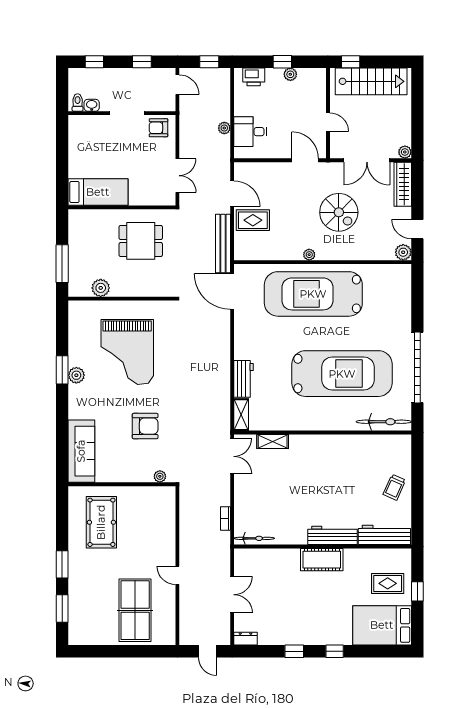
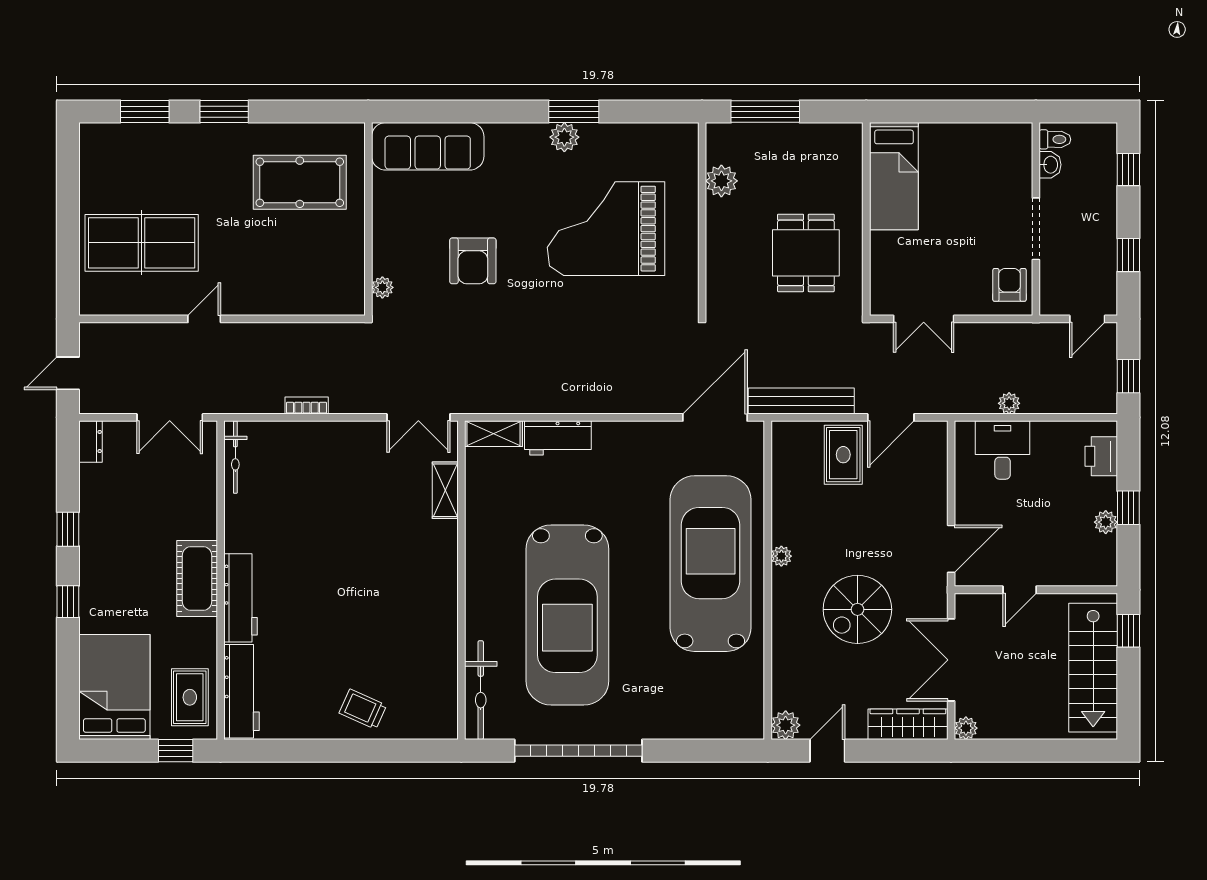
workbench: (332, 535) -> (240, 598), moved
workbench: (384, 535) -> (241, 691), moved
bicycle: (254, 538) -> (235, 457), moved
wall: (323, 547) -> (221, 580), moved
cot: (322, 560) -> (197, 578), moved

